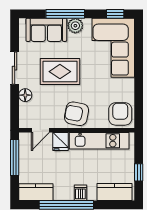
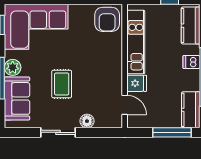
rug: (60, 72) -> (62, 84), width x0.73, depth x0.70
armchair: (76, 114) -> (107, 66), removed
armchair: (120, 114) -> (107, 19), turned -90
window: (15, 157) -> (172, 132), moved

